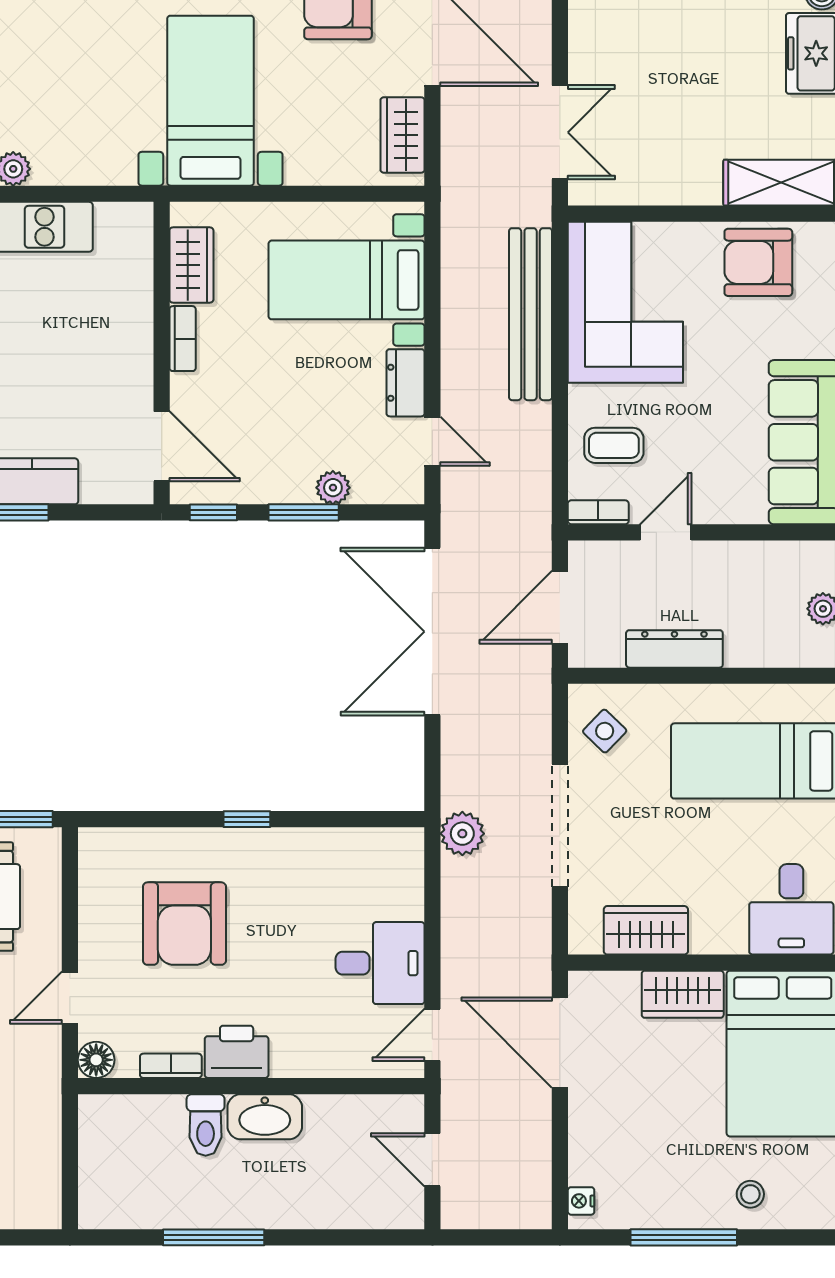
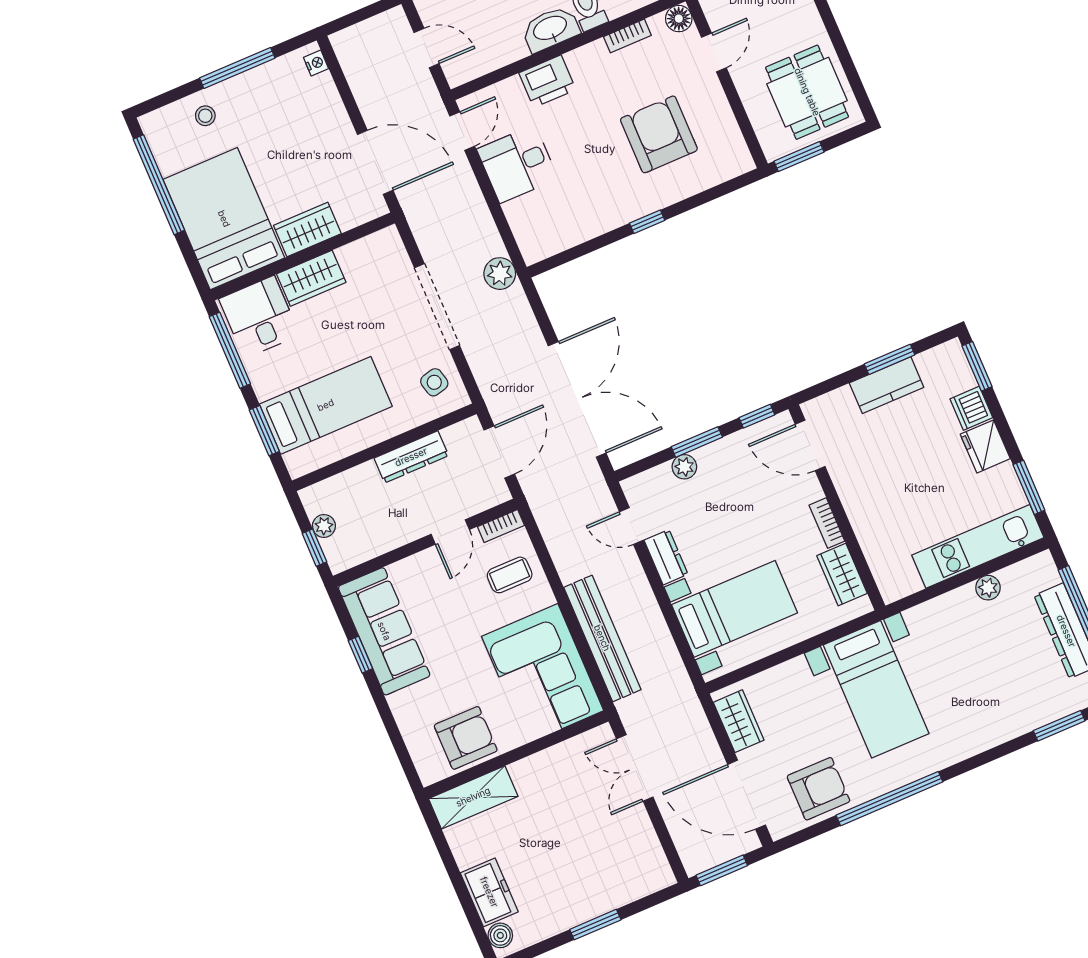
side table: (605, 731) -> (434, 382), turned 32
wardrobe: (646, 930) -> (311, 278), moved
printer: (237, 1052) -> (547, 81), moved

